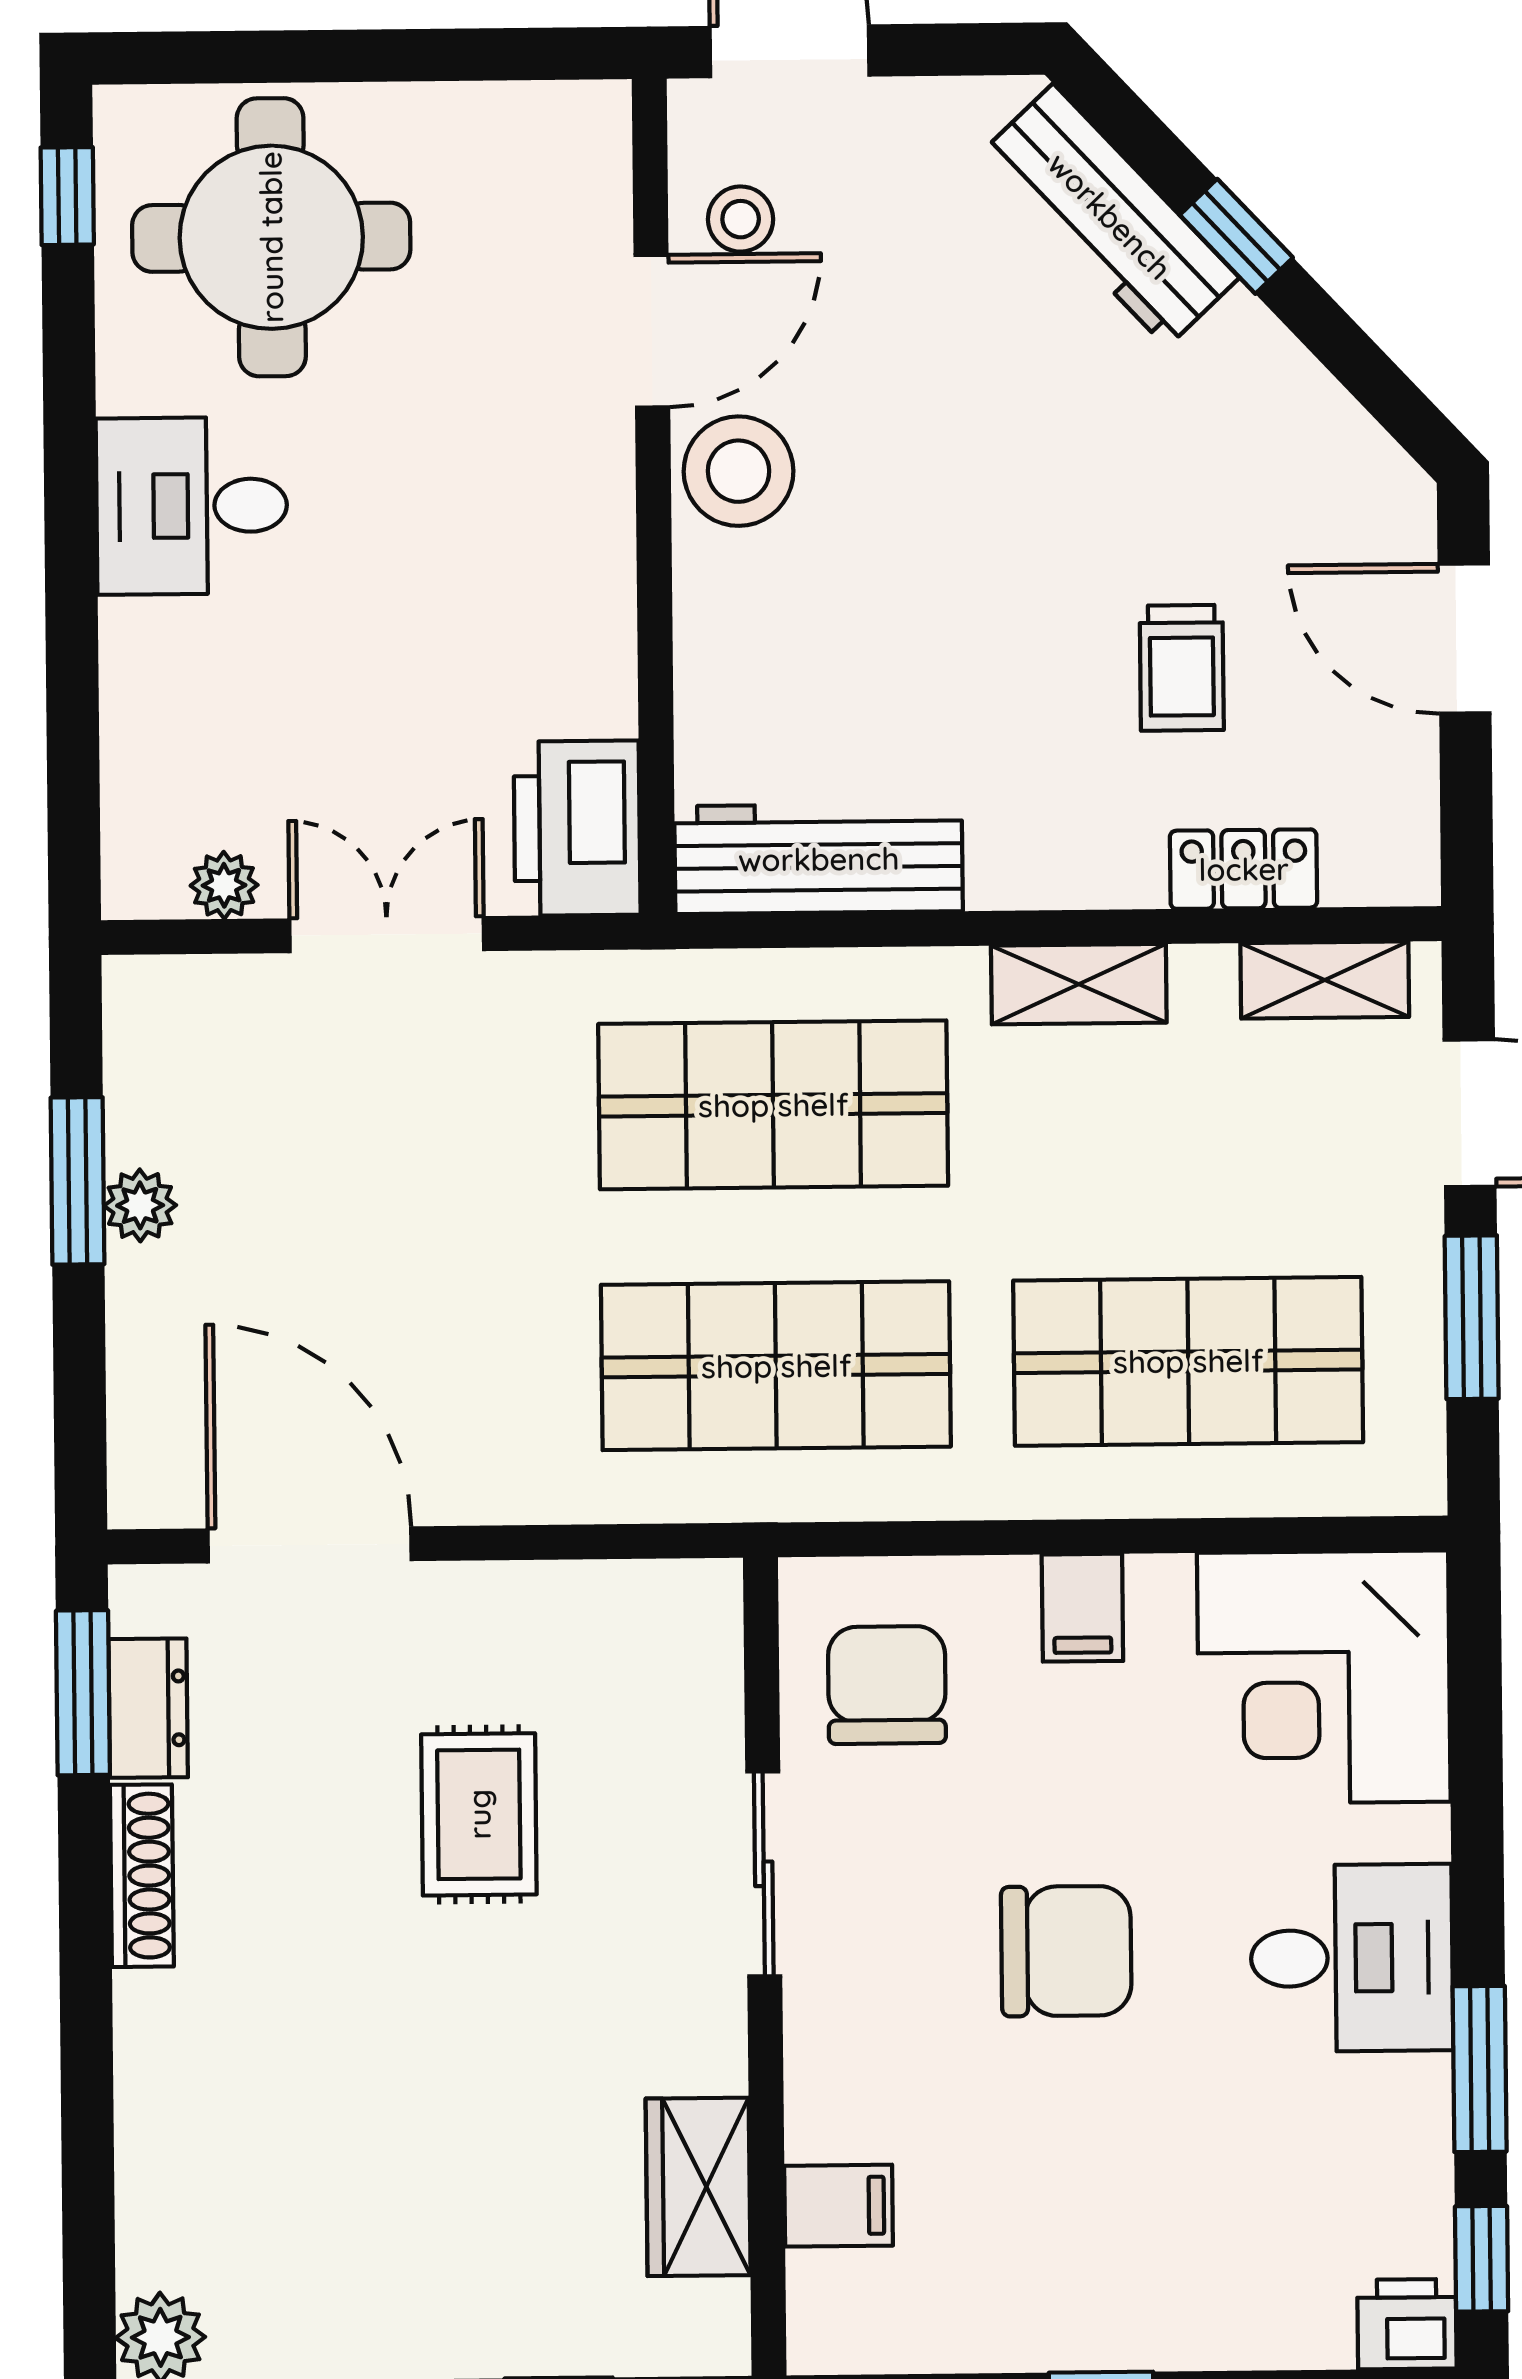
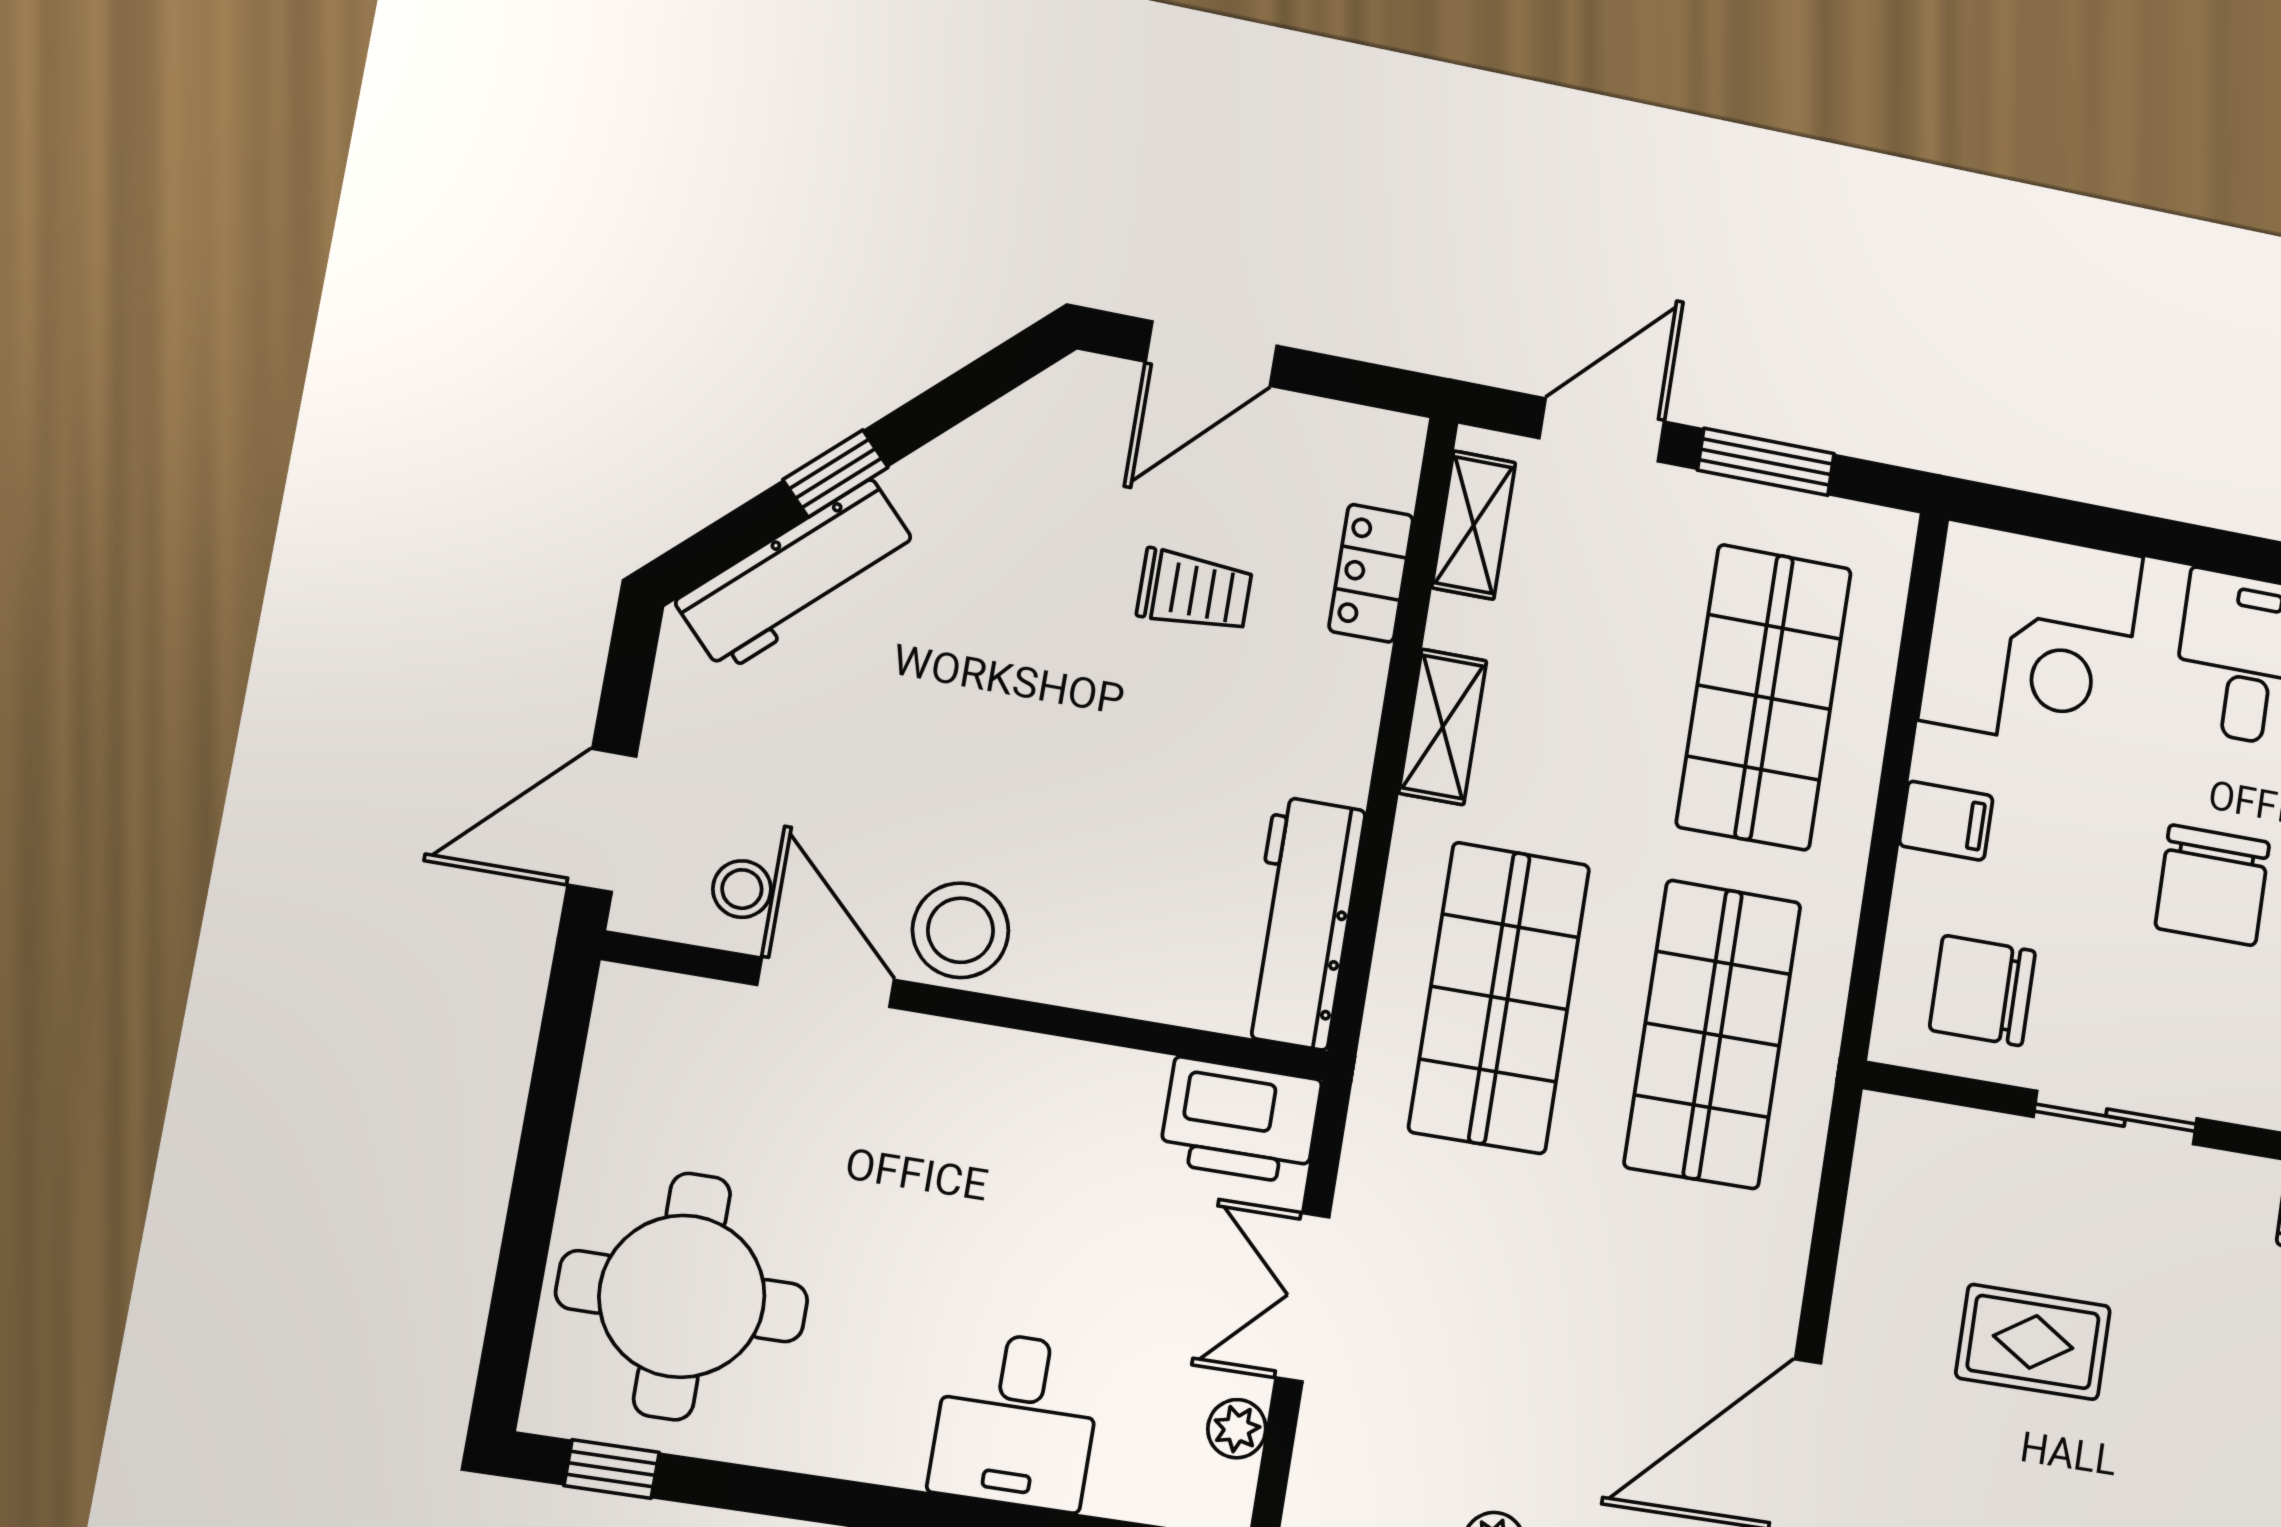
desk: (192, 506) -> (1016, 1420), moved
chair: (1066, 1951) -> (2212, 885), turned 180

